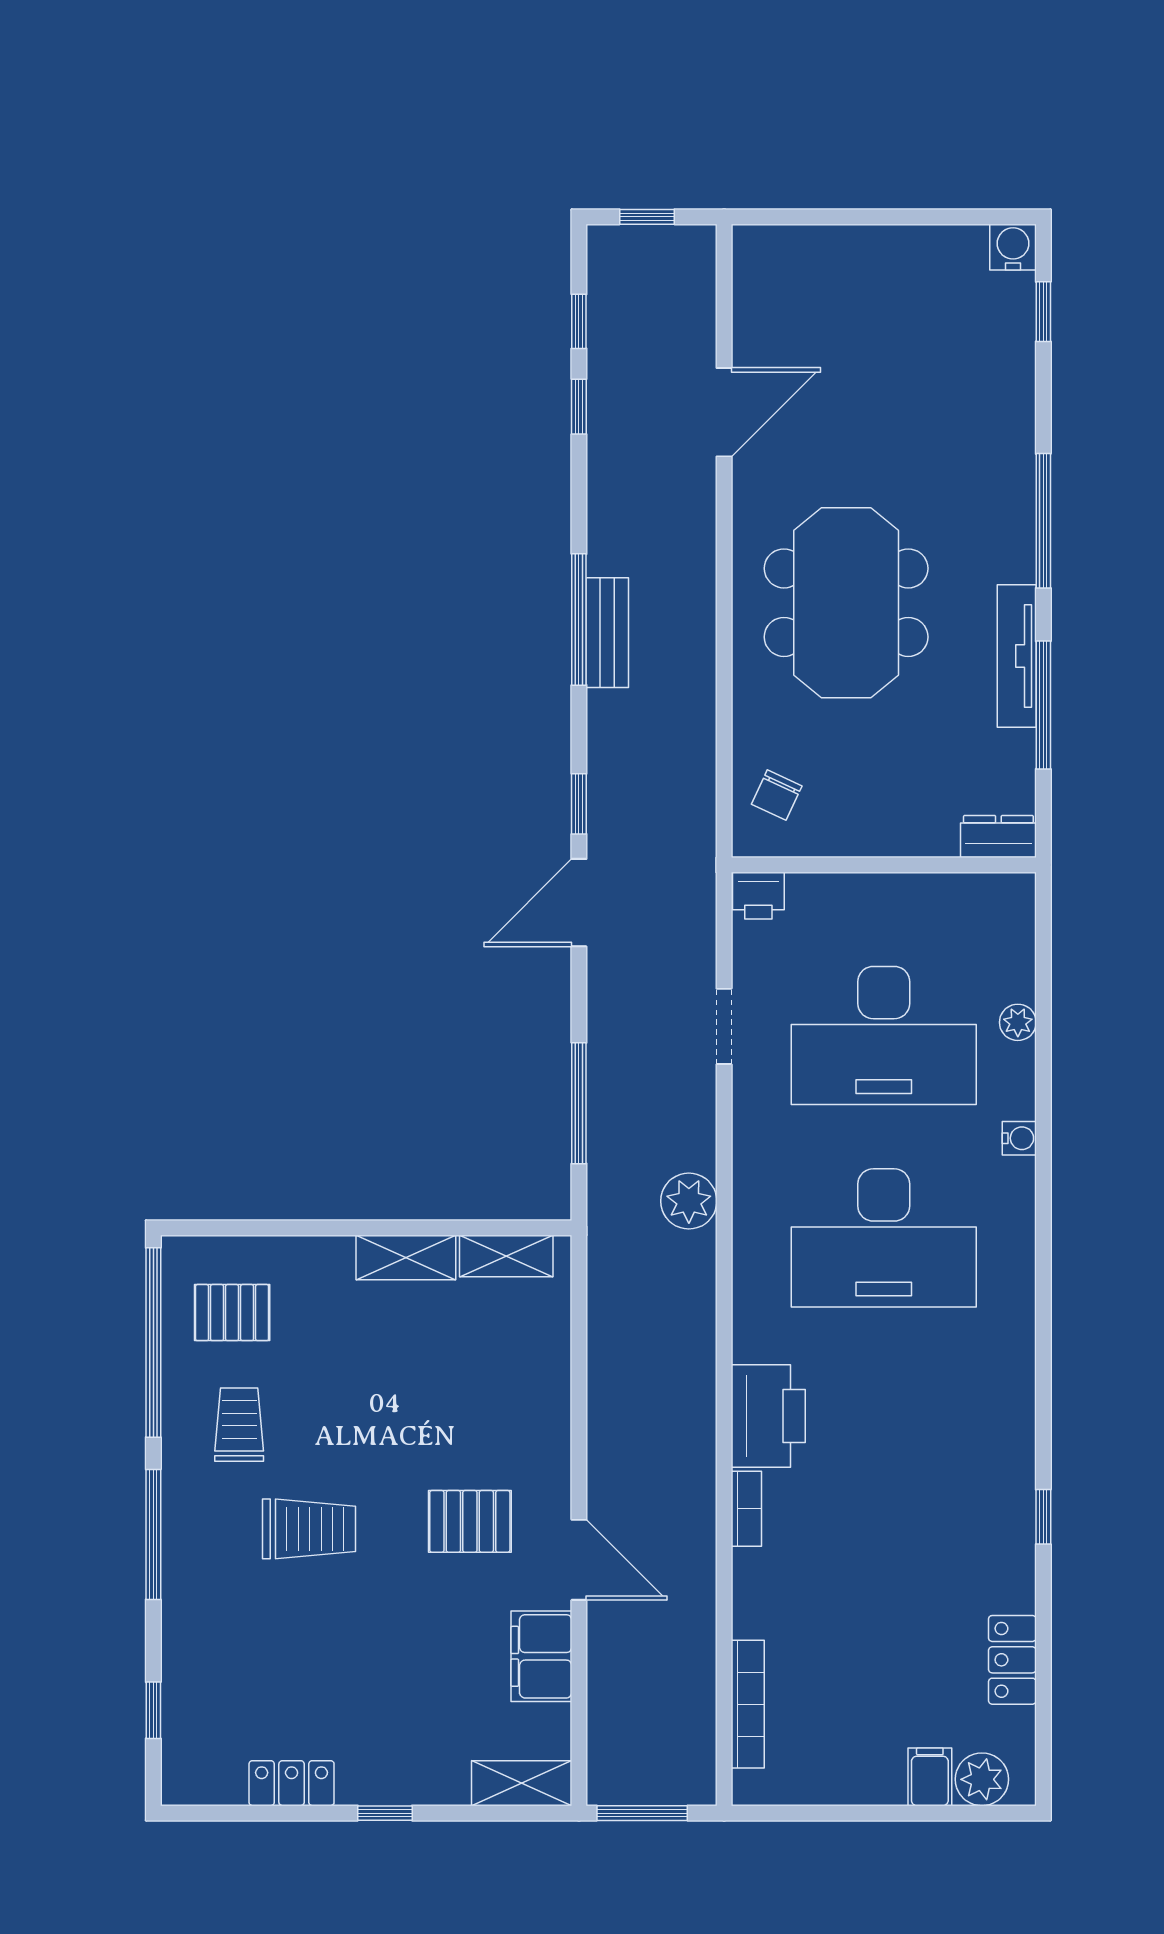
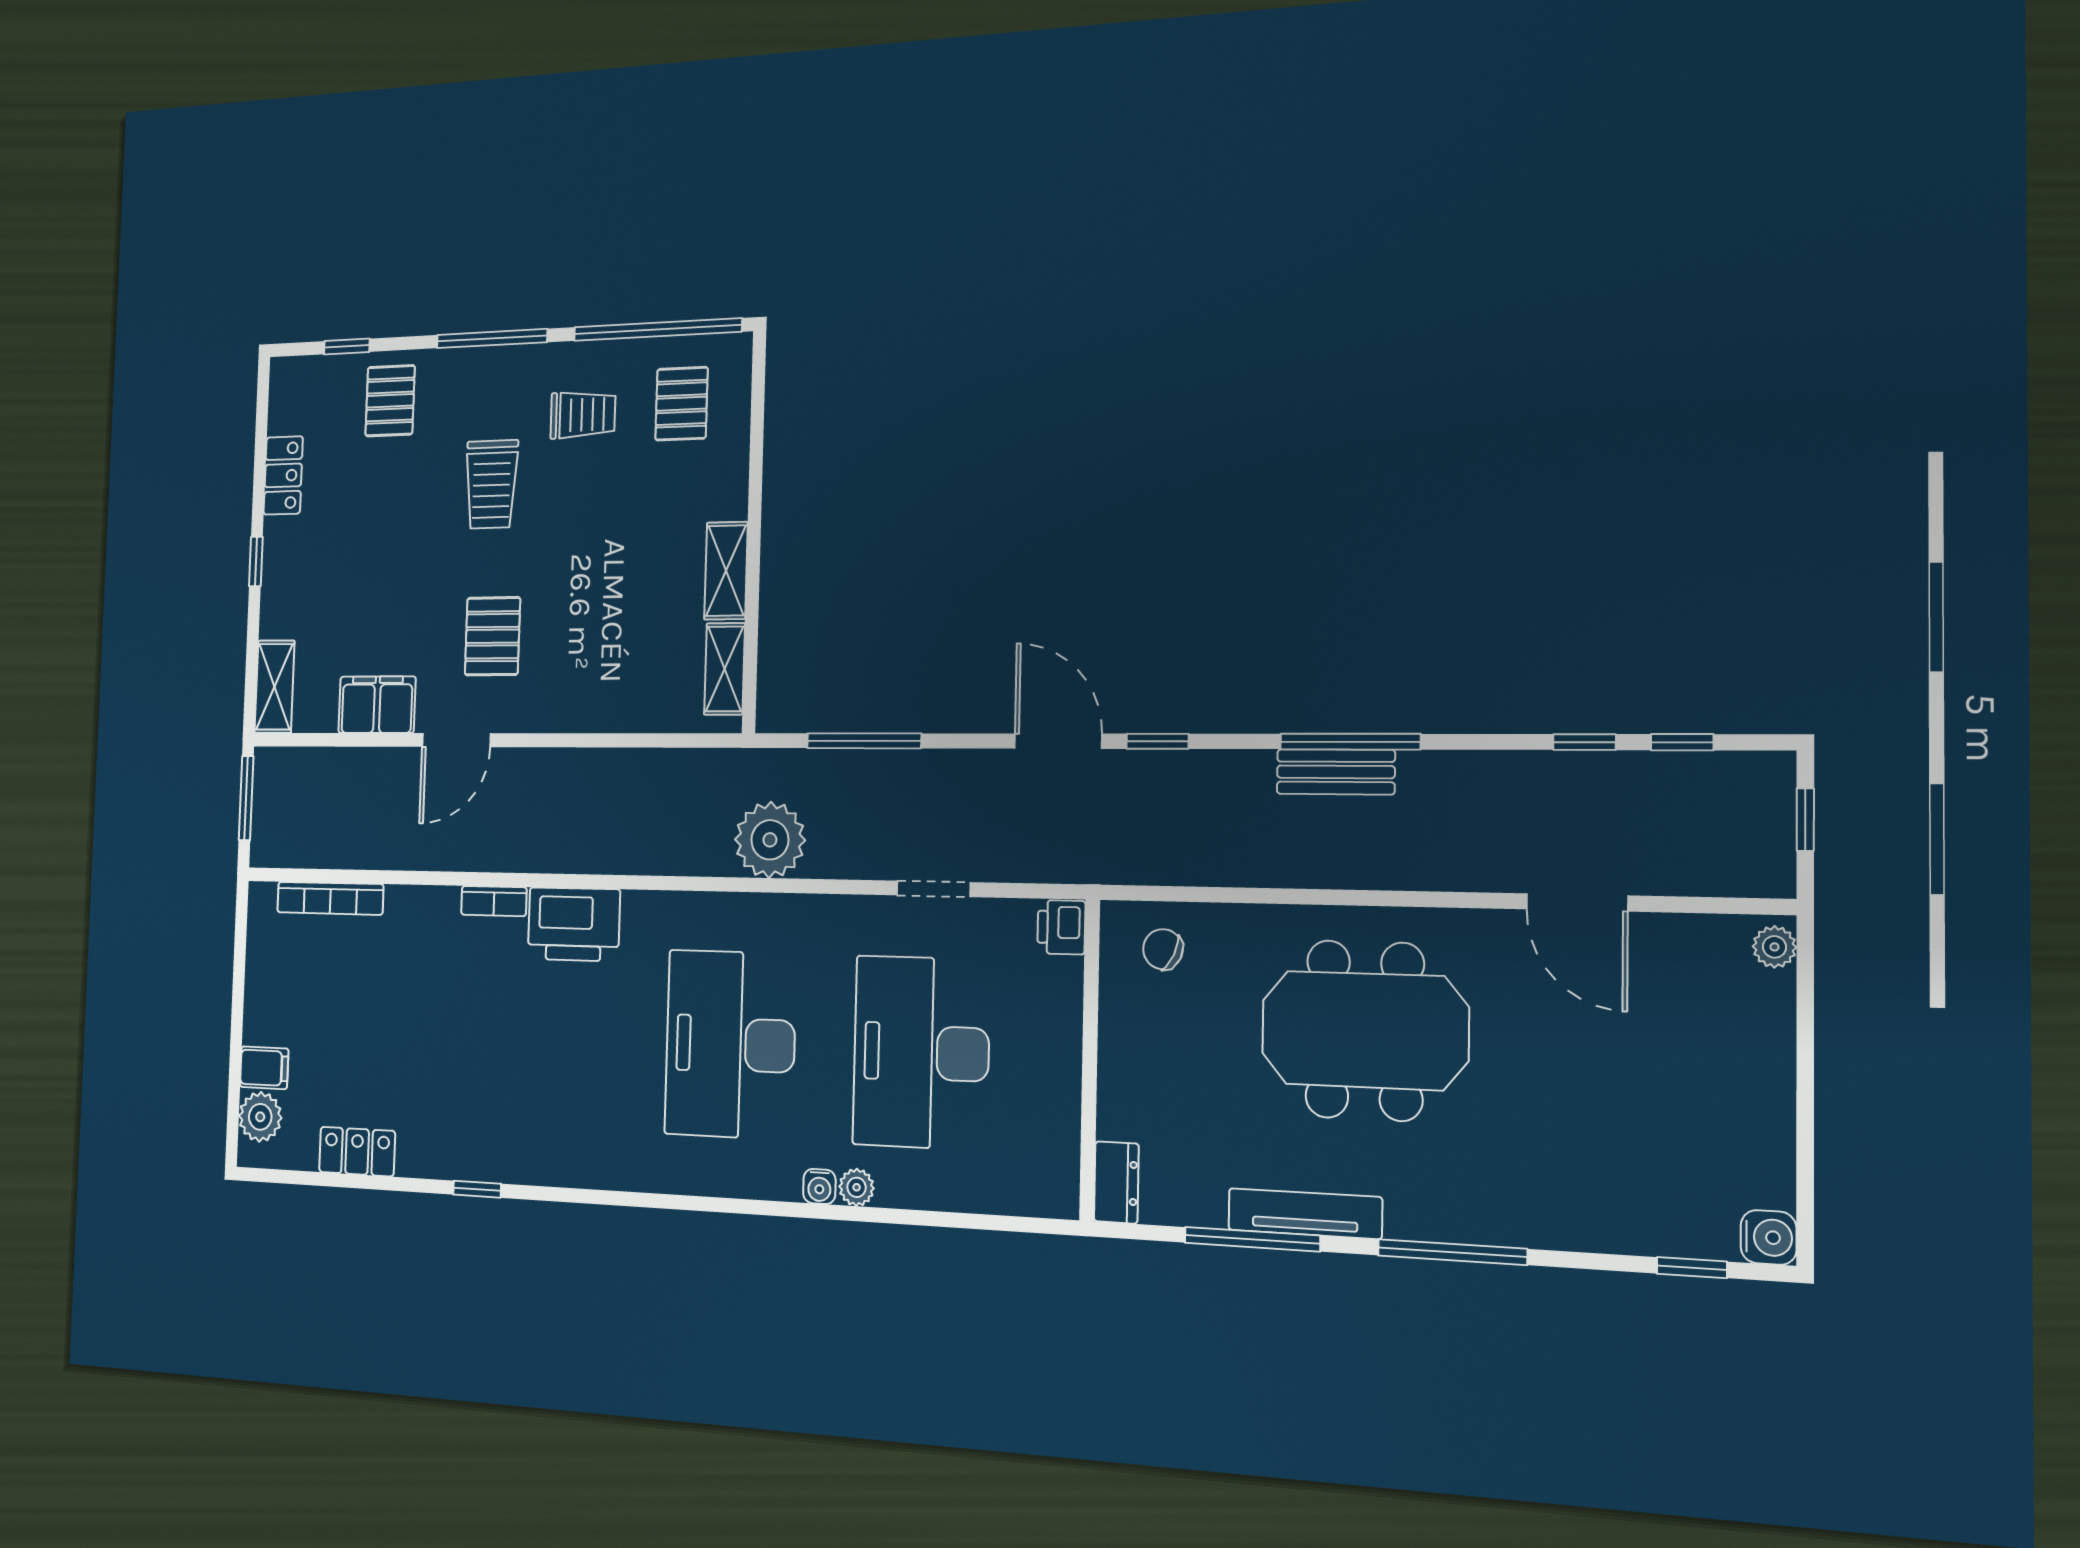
plant: (759, 242) -> (1775, 947), added
plant: (1018, 1022) -> (857, 1187), moved
plant: (689, 1201) -> (770, 840), width x1.36, depth x1.36
pallet: (215, 1654) -> (390, 401), added

